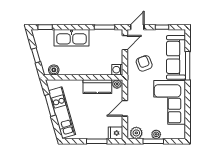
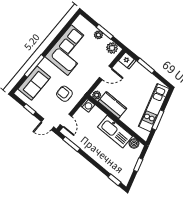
kitchen sink: (72, 38) -> (115, 132), moved, turned 180
door: (125, 43) -> (66, 120), swing flipped
sofa: (176, 57) -> (34, 83), width x0.73
armchair: (144, 63) -> (64, 94), turned 111

